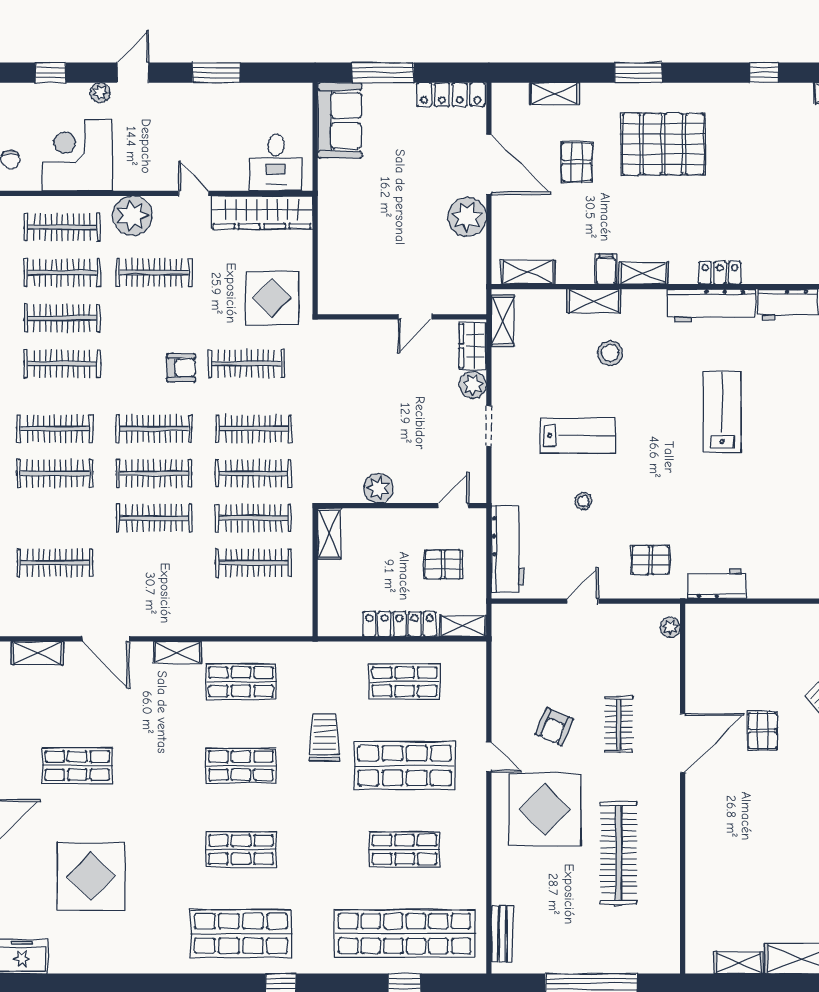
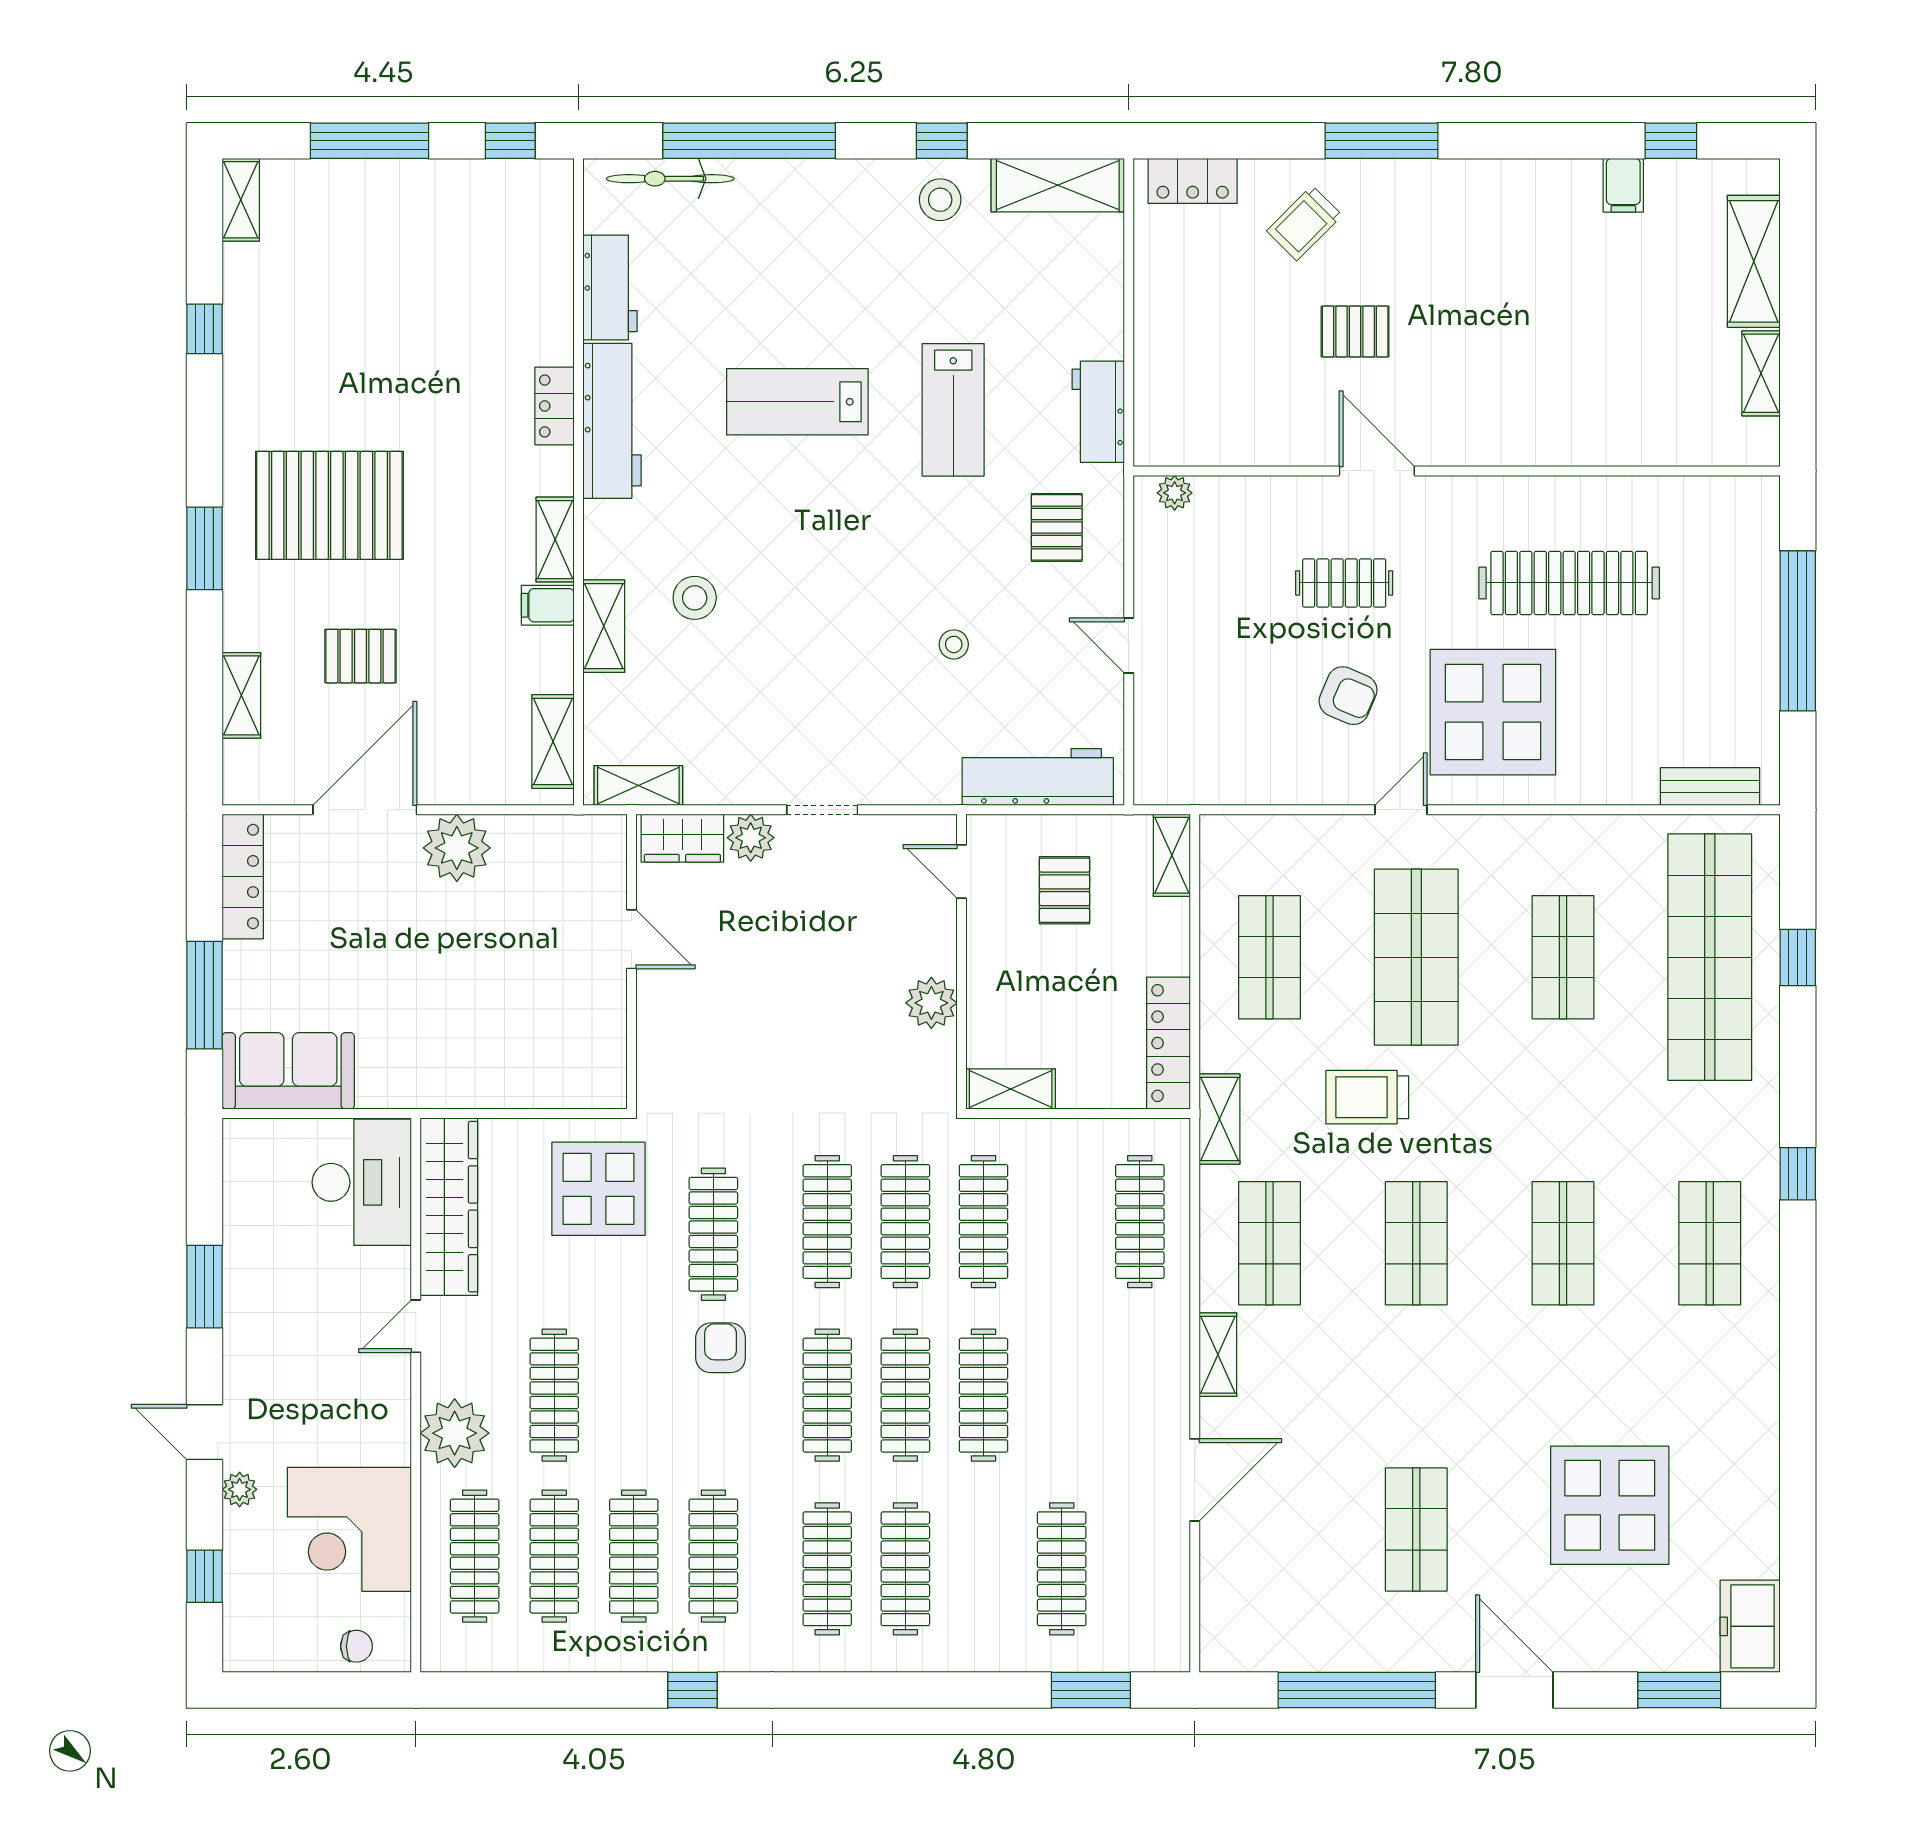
pallet: (663, 144) -> (329, 505), turned 90
desk: (276, 163) -> (362, 1182), width x1.37
lab bench: (578, 436) -> (953, 410), moved, turned 180
clothes rail: (253, 563) -> (1140, 1222), moved
locker: (400, 624) -> (1169, 1043), moved
shelving: (37, 653) -> (1219, 1119), moved
door: (683, 743) -> (1377, 471), width x0.73
shop shelf: (241, 933) -> (1710, 1243), width x0.70, depth x0.74

